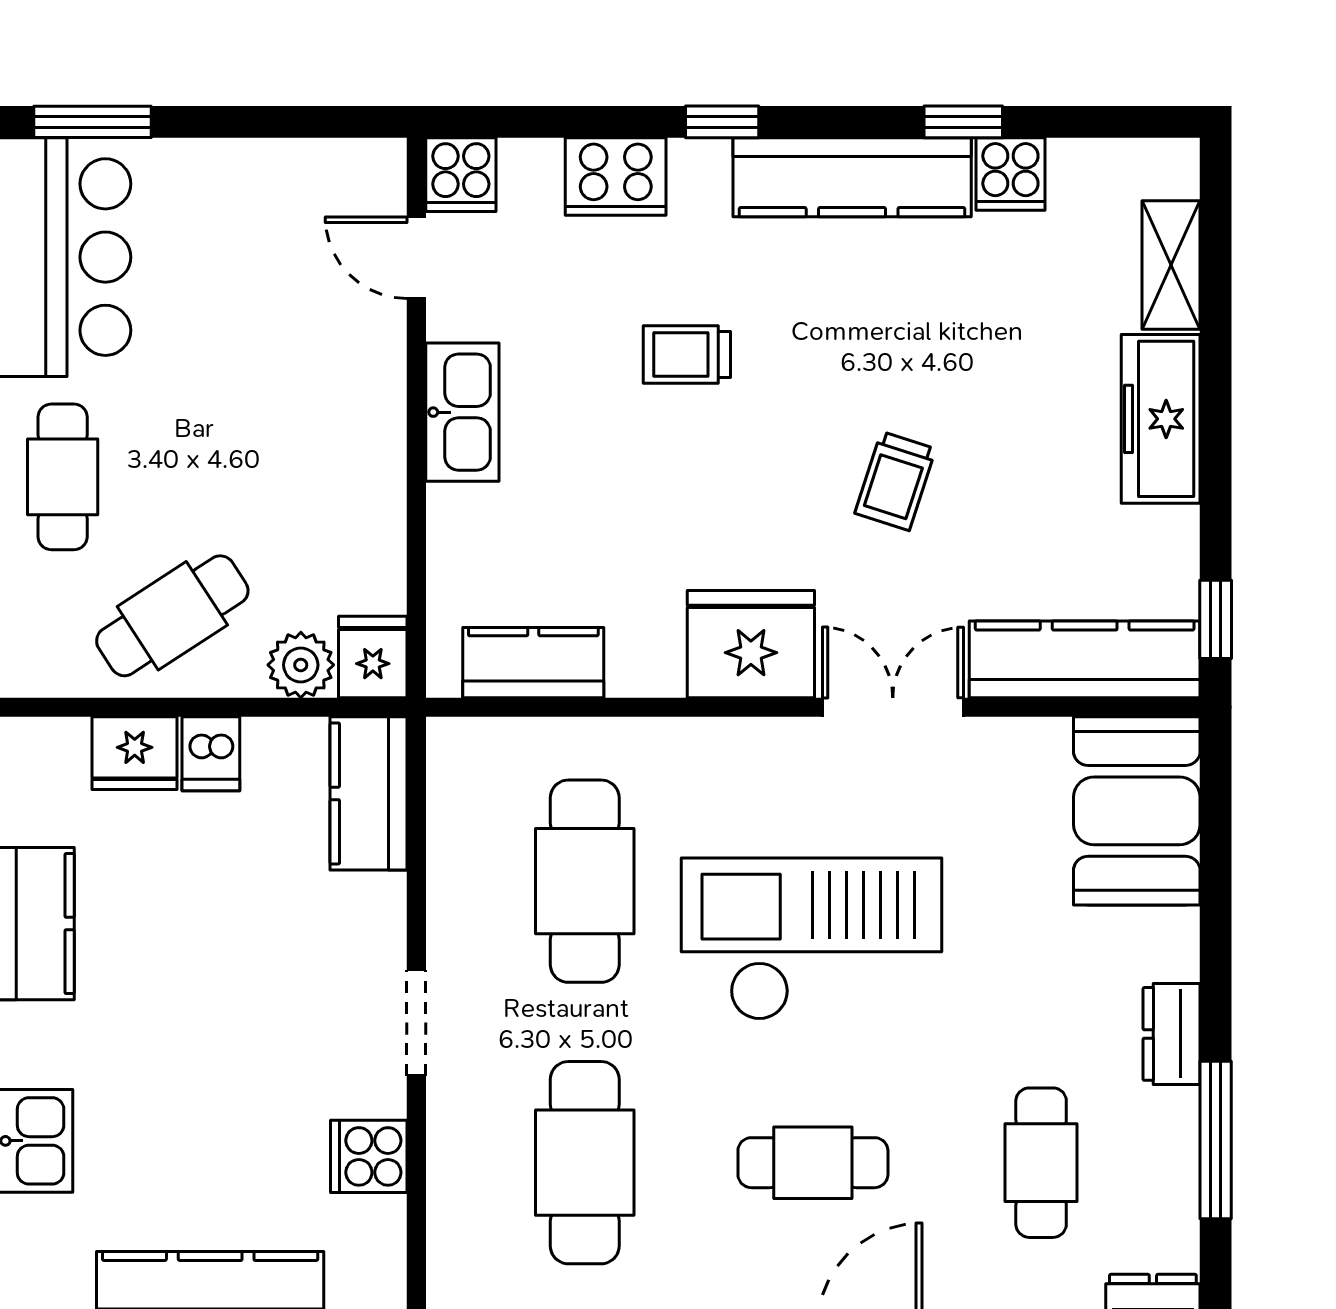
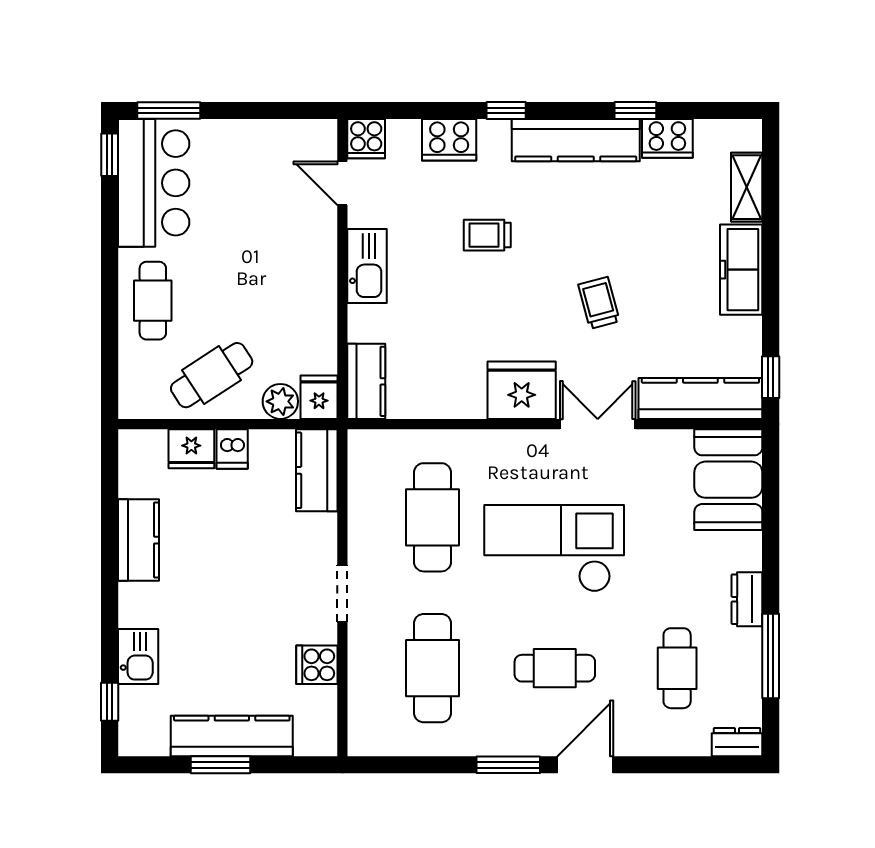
cooker: (1010, 174) -> (667, 138), width x1.36
trolley: (895, 481) -> (599, 303), turned 147
kitchen counter: (533, 663) -> (366, 381), moved, turned 90

